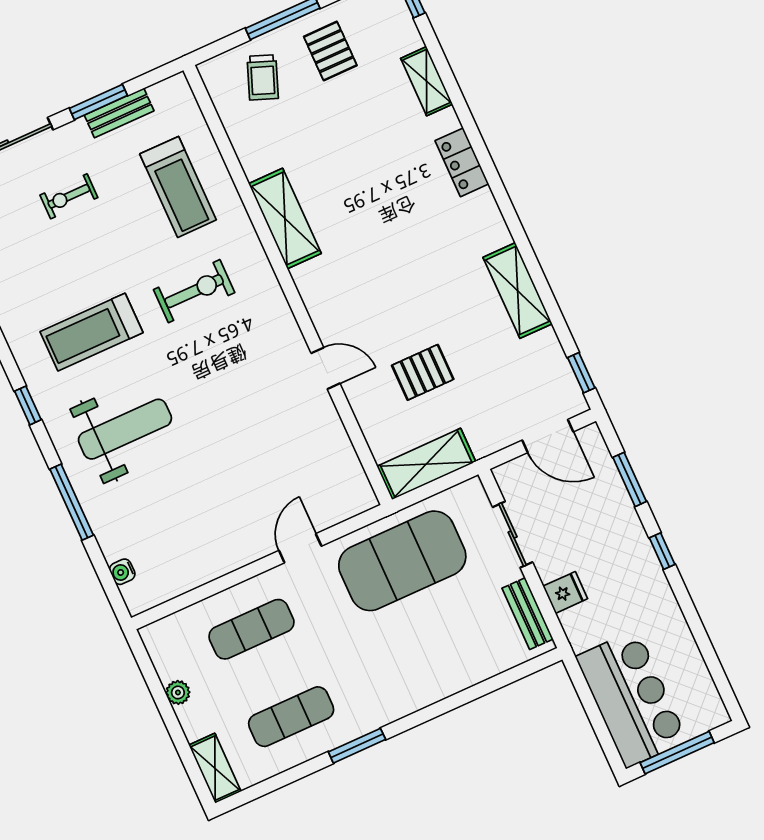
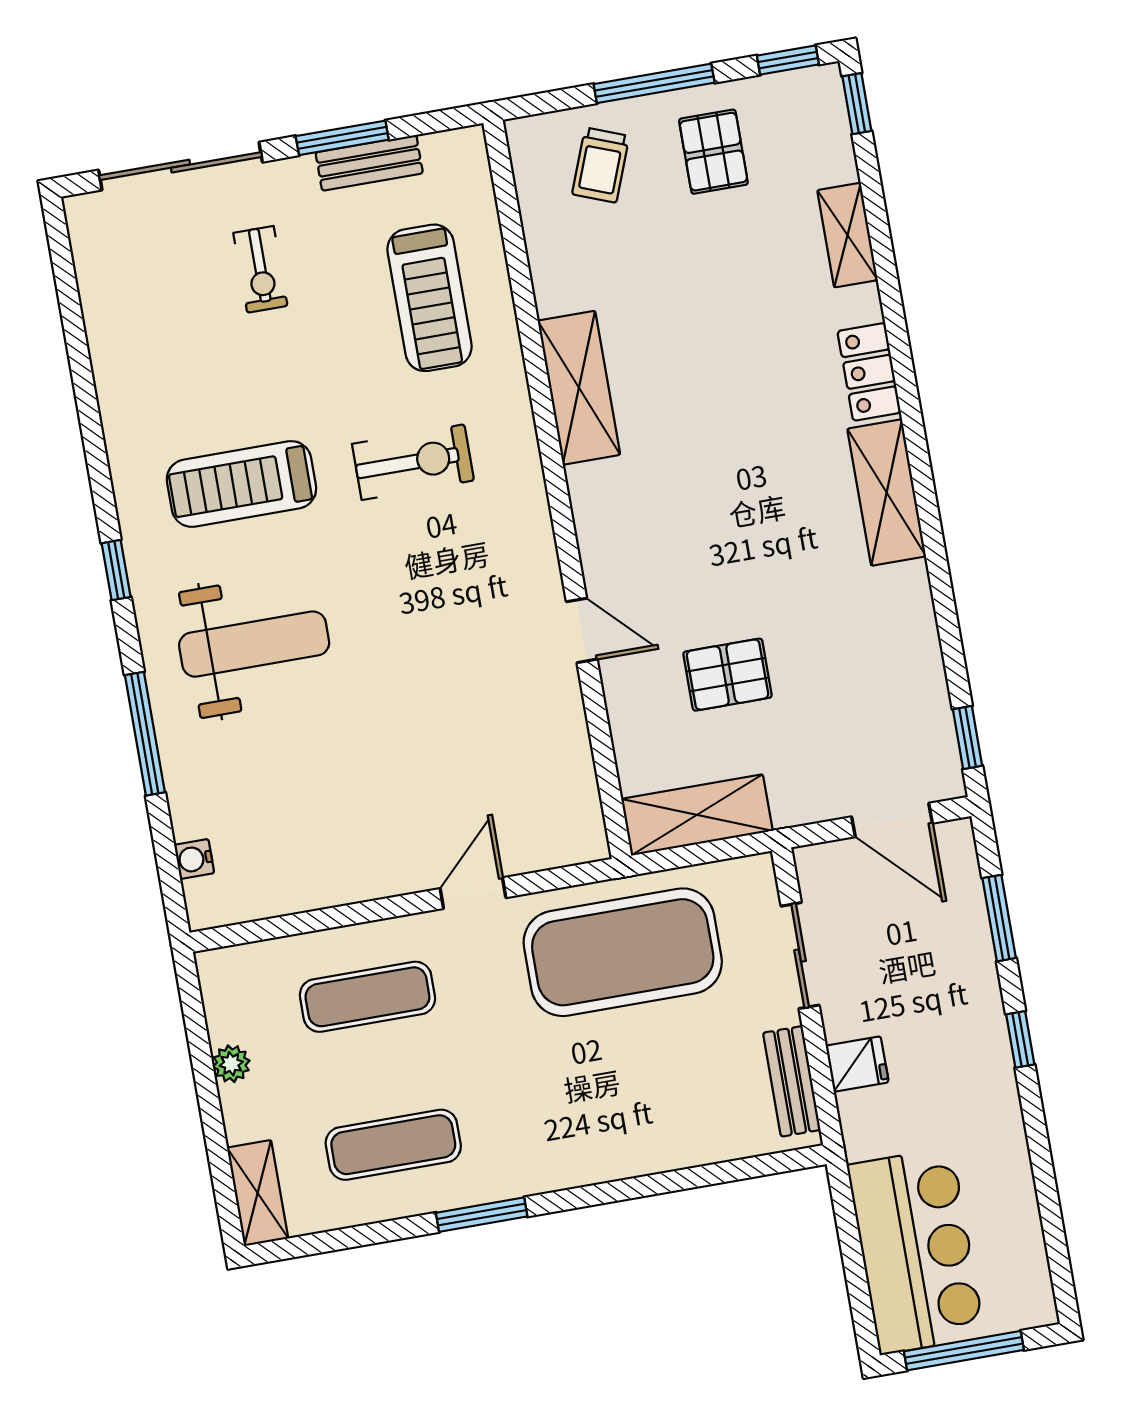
exercise bike: (69, 196) -> (260, 269), turned -90
shelving: (518, 291) -> (887, 493), moved

